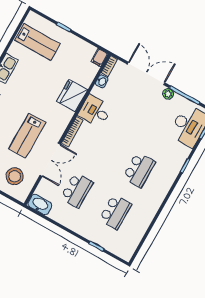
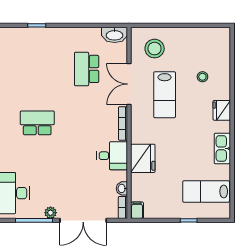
lab bench: (27, 136) -> (165, 95), turned 180
school desk: (139, 170) -> (37, 123), turned 90
school desk: (115, 212) -> (37, 69), removed

